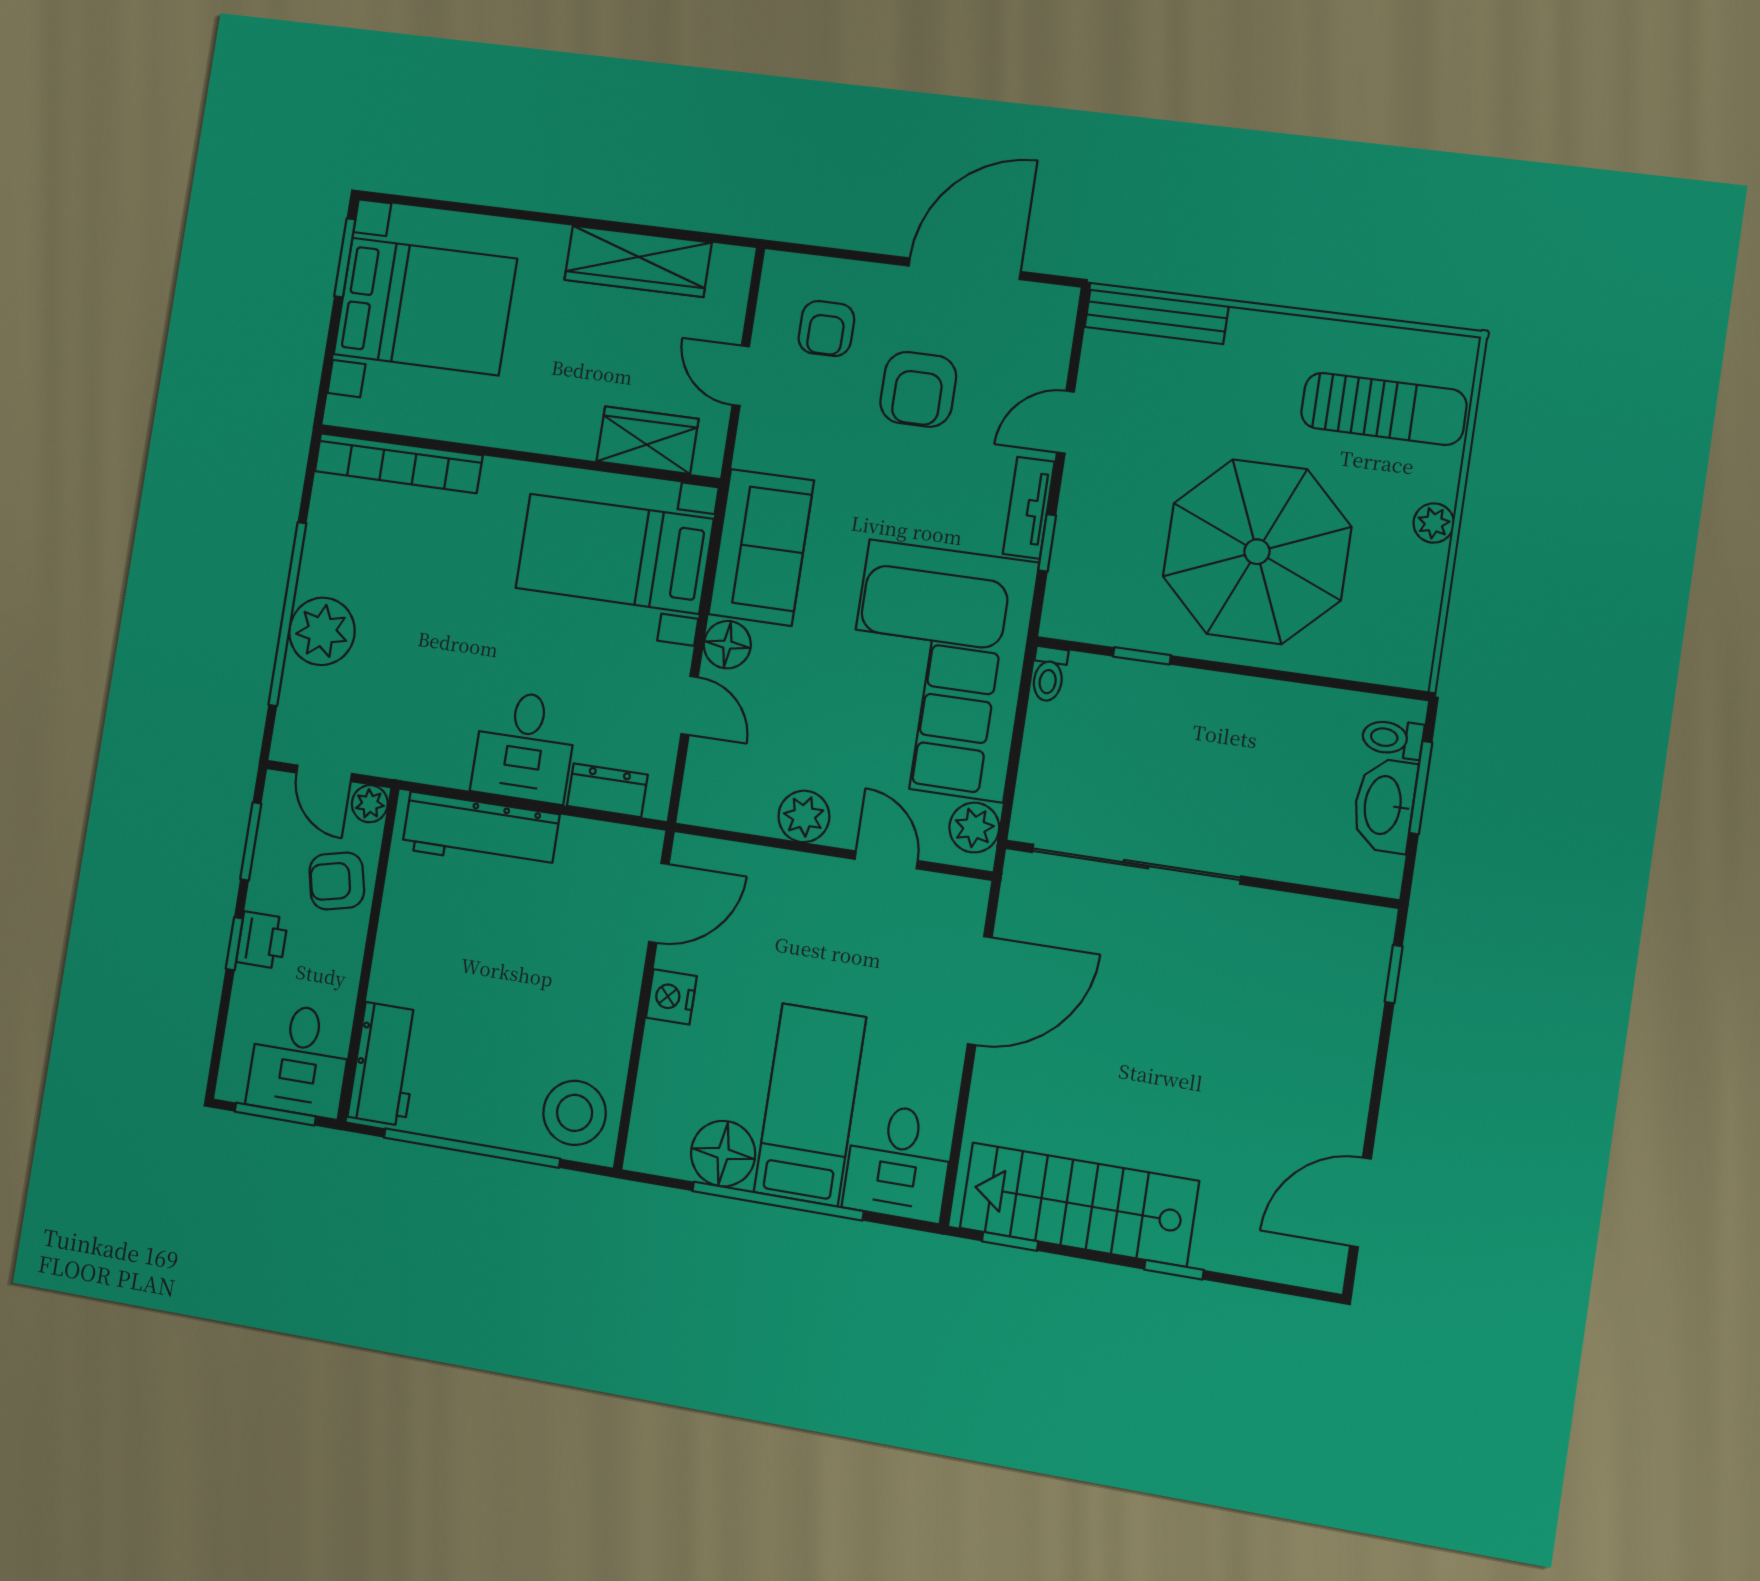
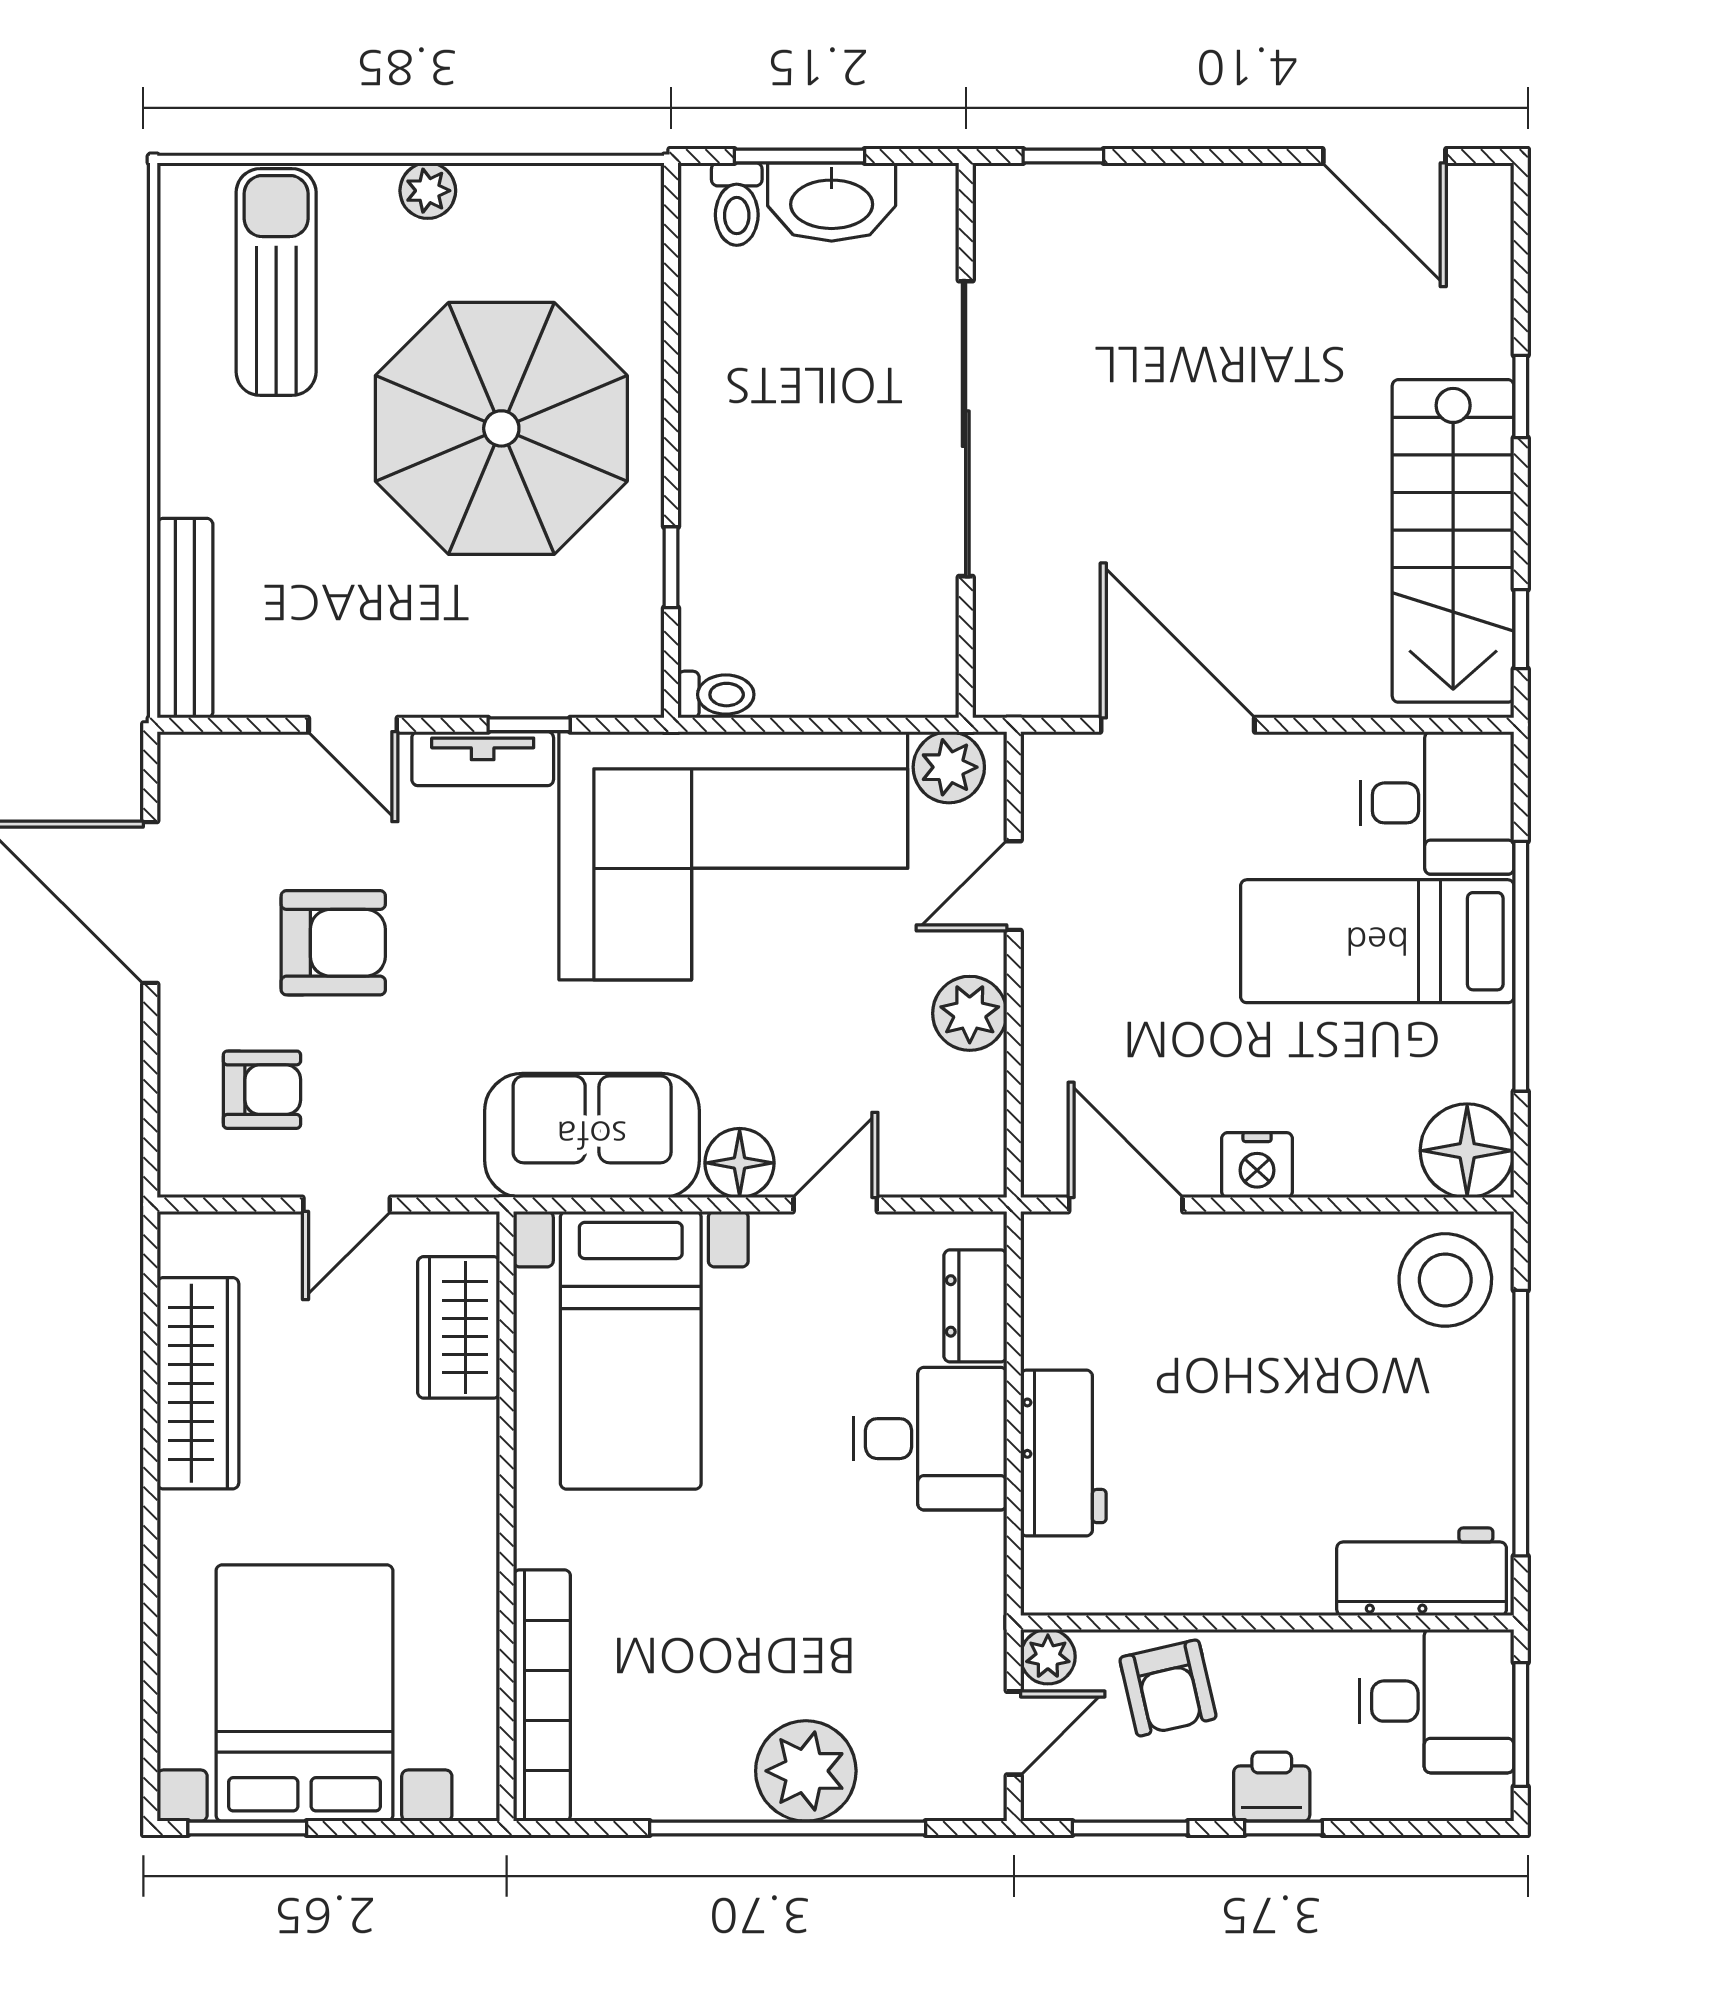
workbench: (480, 832) -> (1063, 1453), width x0.73
sliding door: (1136, 864) -> (966, 429), moved
floor lamp: (723, 1154) -> (1467, 1151), moved

